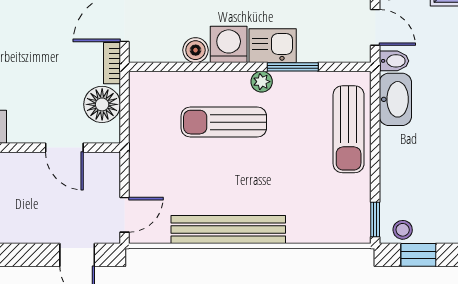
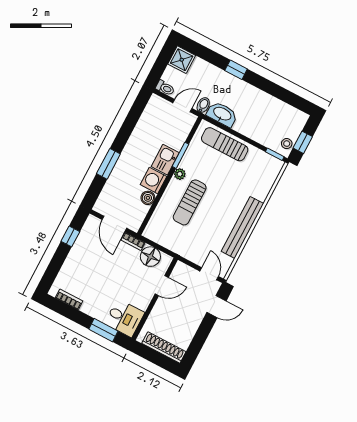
sun lounger: (349, 129) -> (225, 144), turned 180

